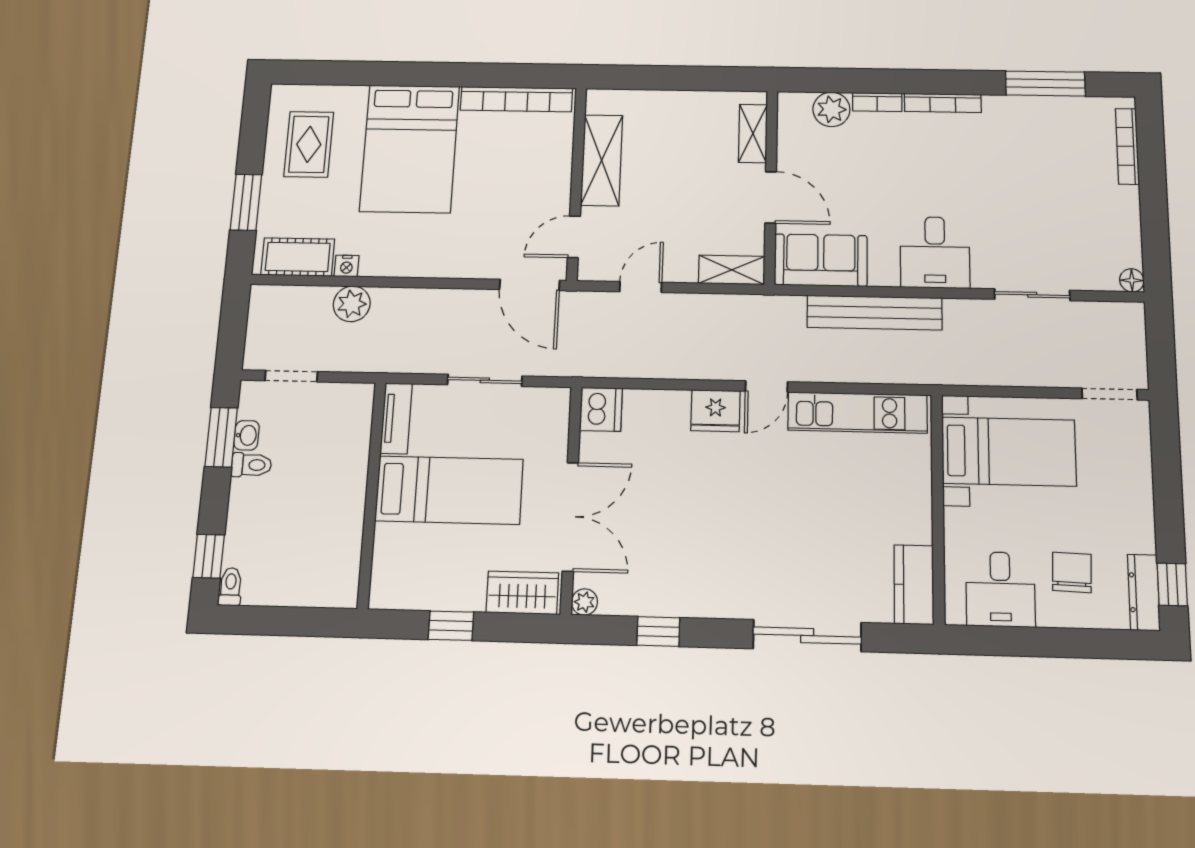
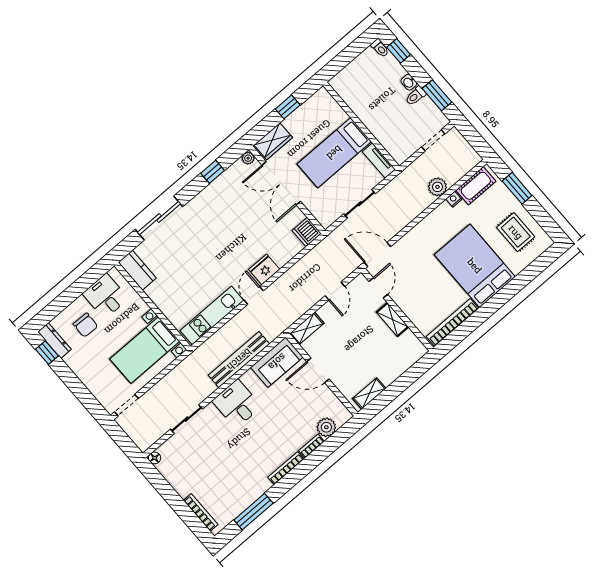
shelving: (753, 133) -> (369, 393), moved, turned 90
shelving: (602, 160) -> (392, 320), width x0.67, depth x0.75
washbasin: (247, 435) -> (409, 82), moved

